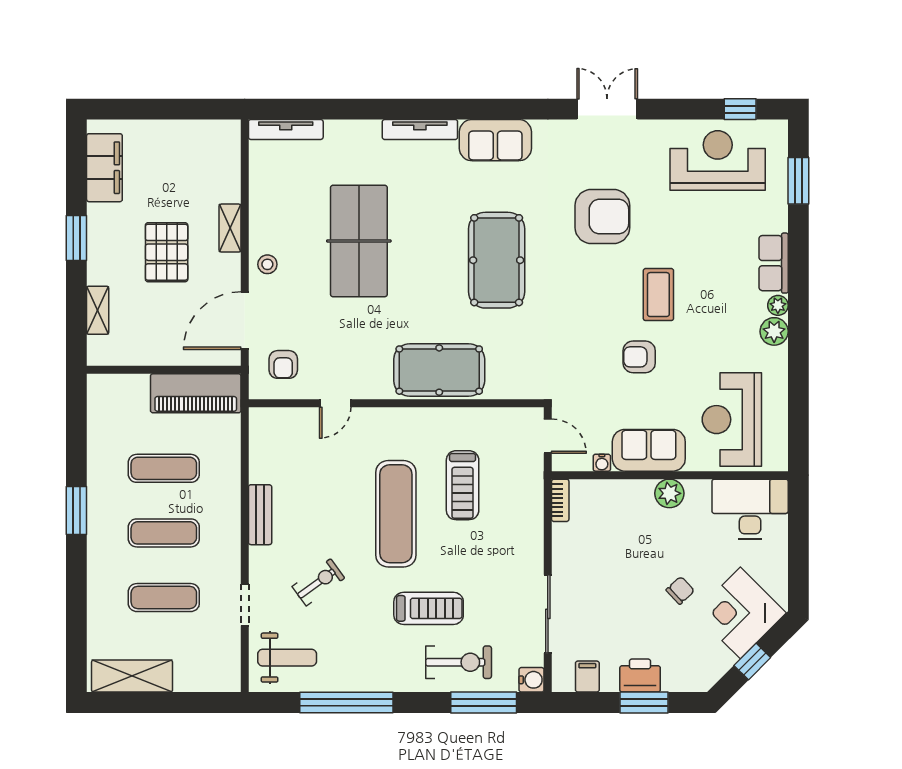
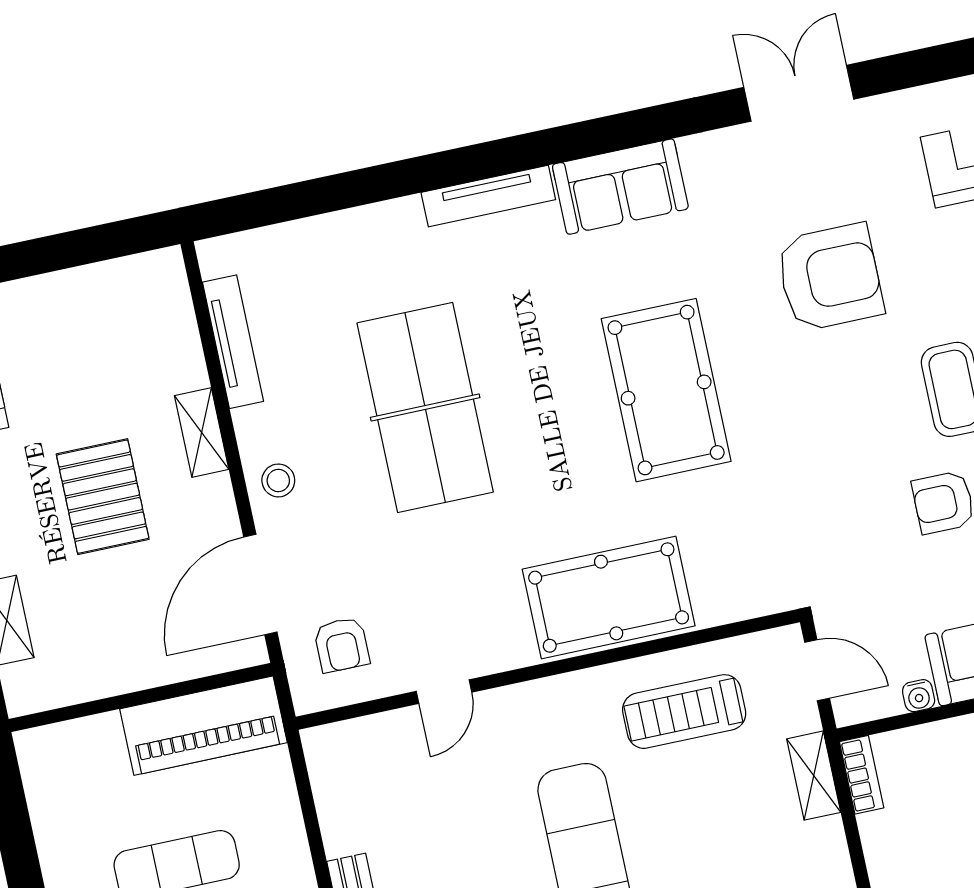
tv unit: (286, 129) -> (233, 342), moved, turned -90
treadmill: (463, 485) -> (684, 712), moved, turned 90
shelving: (533, 495) -> (814, 776), added

